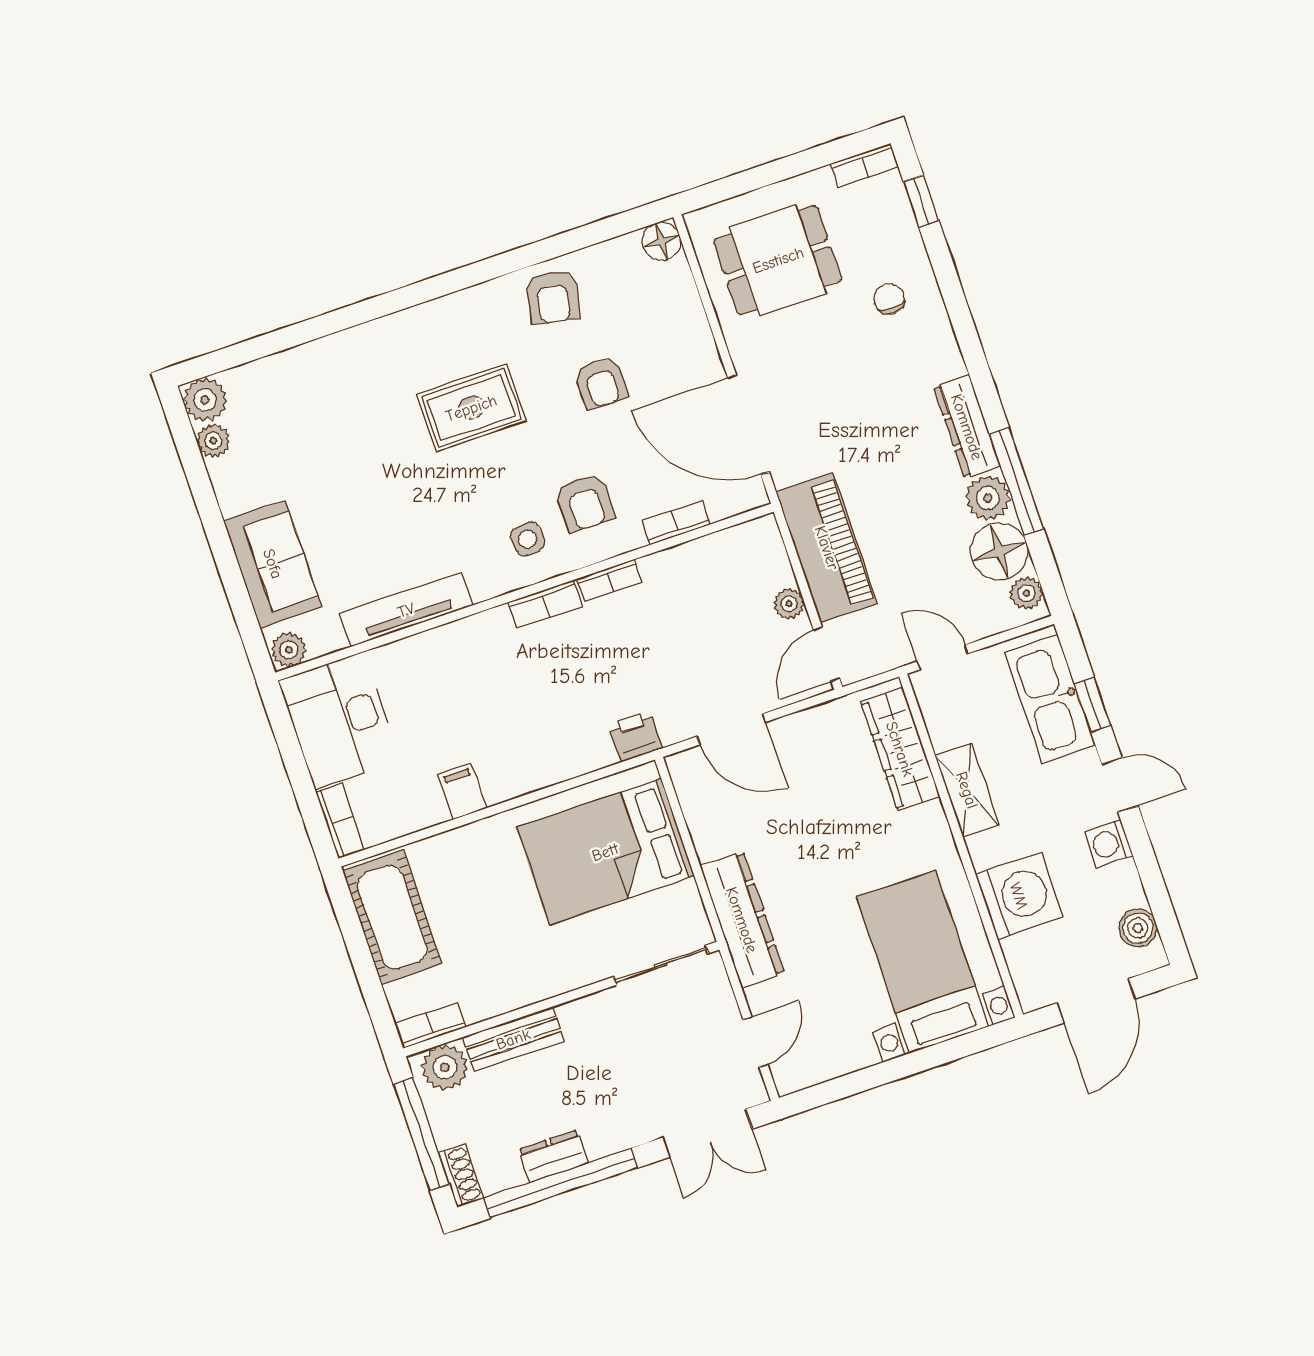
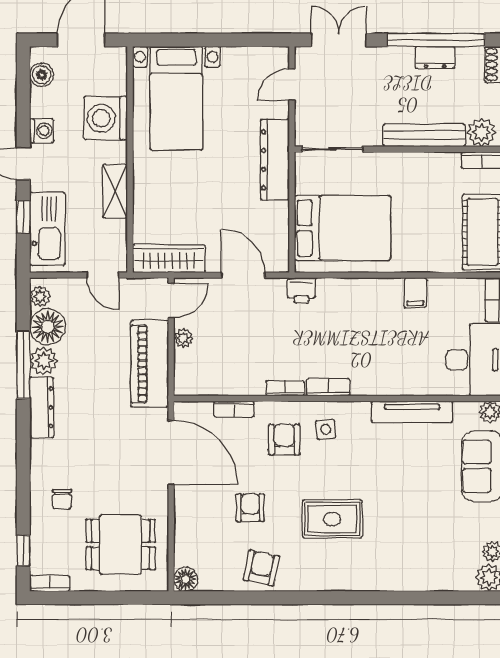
wardrobe: (900, 749) -> (169, 259), moved, turned -90
bench: (513, 1039) -> (424, 135), width x1.36

